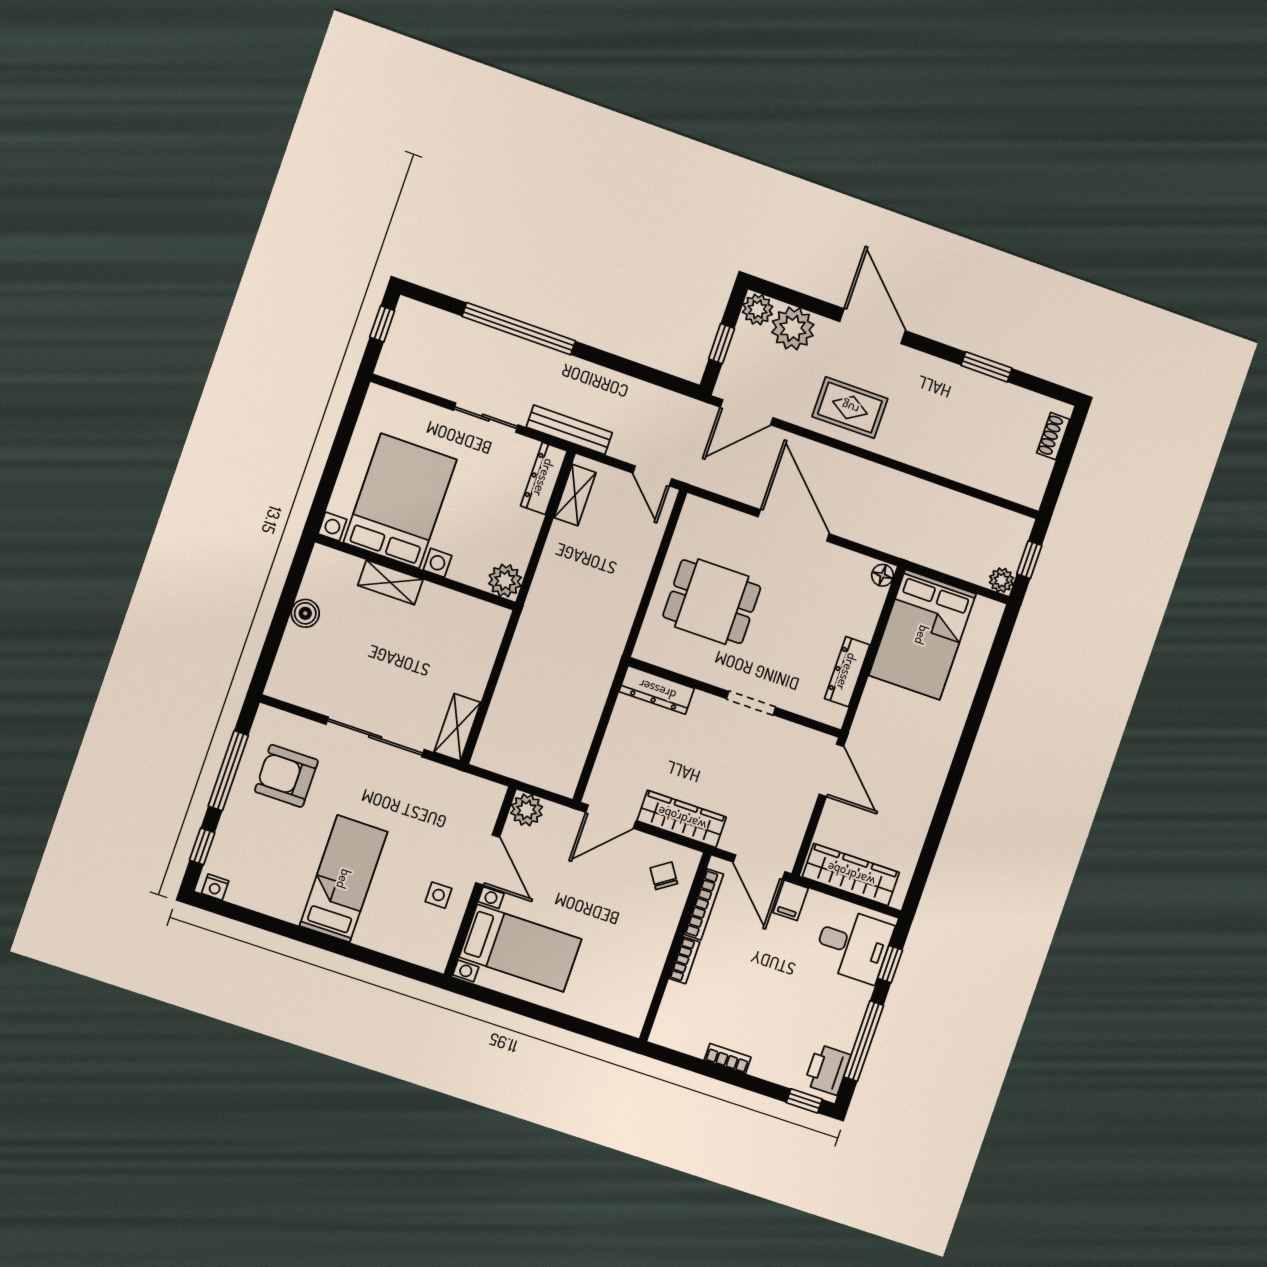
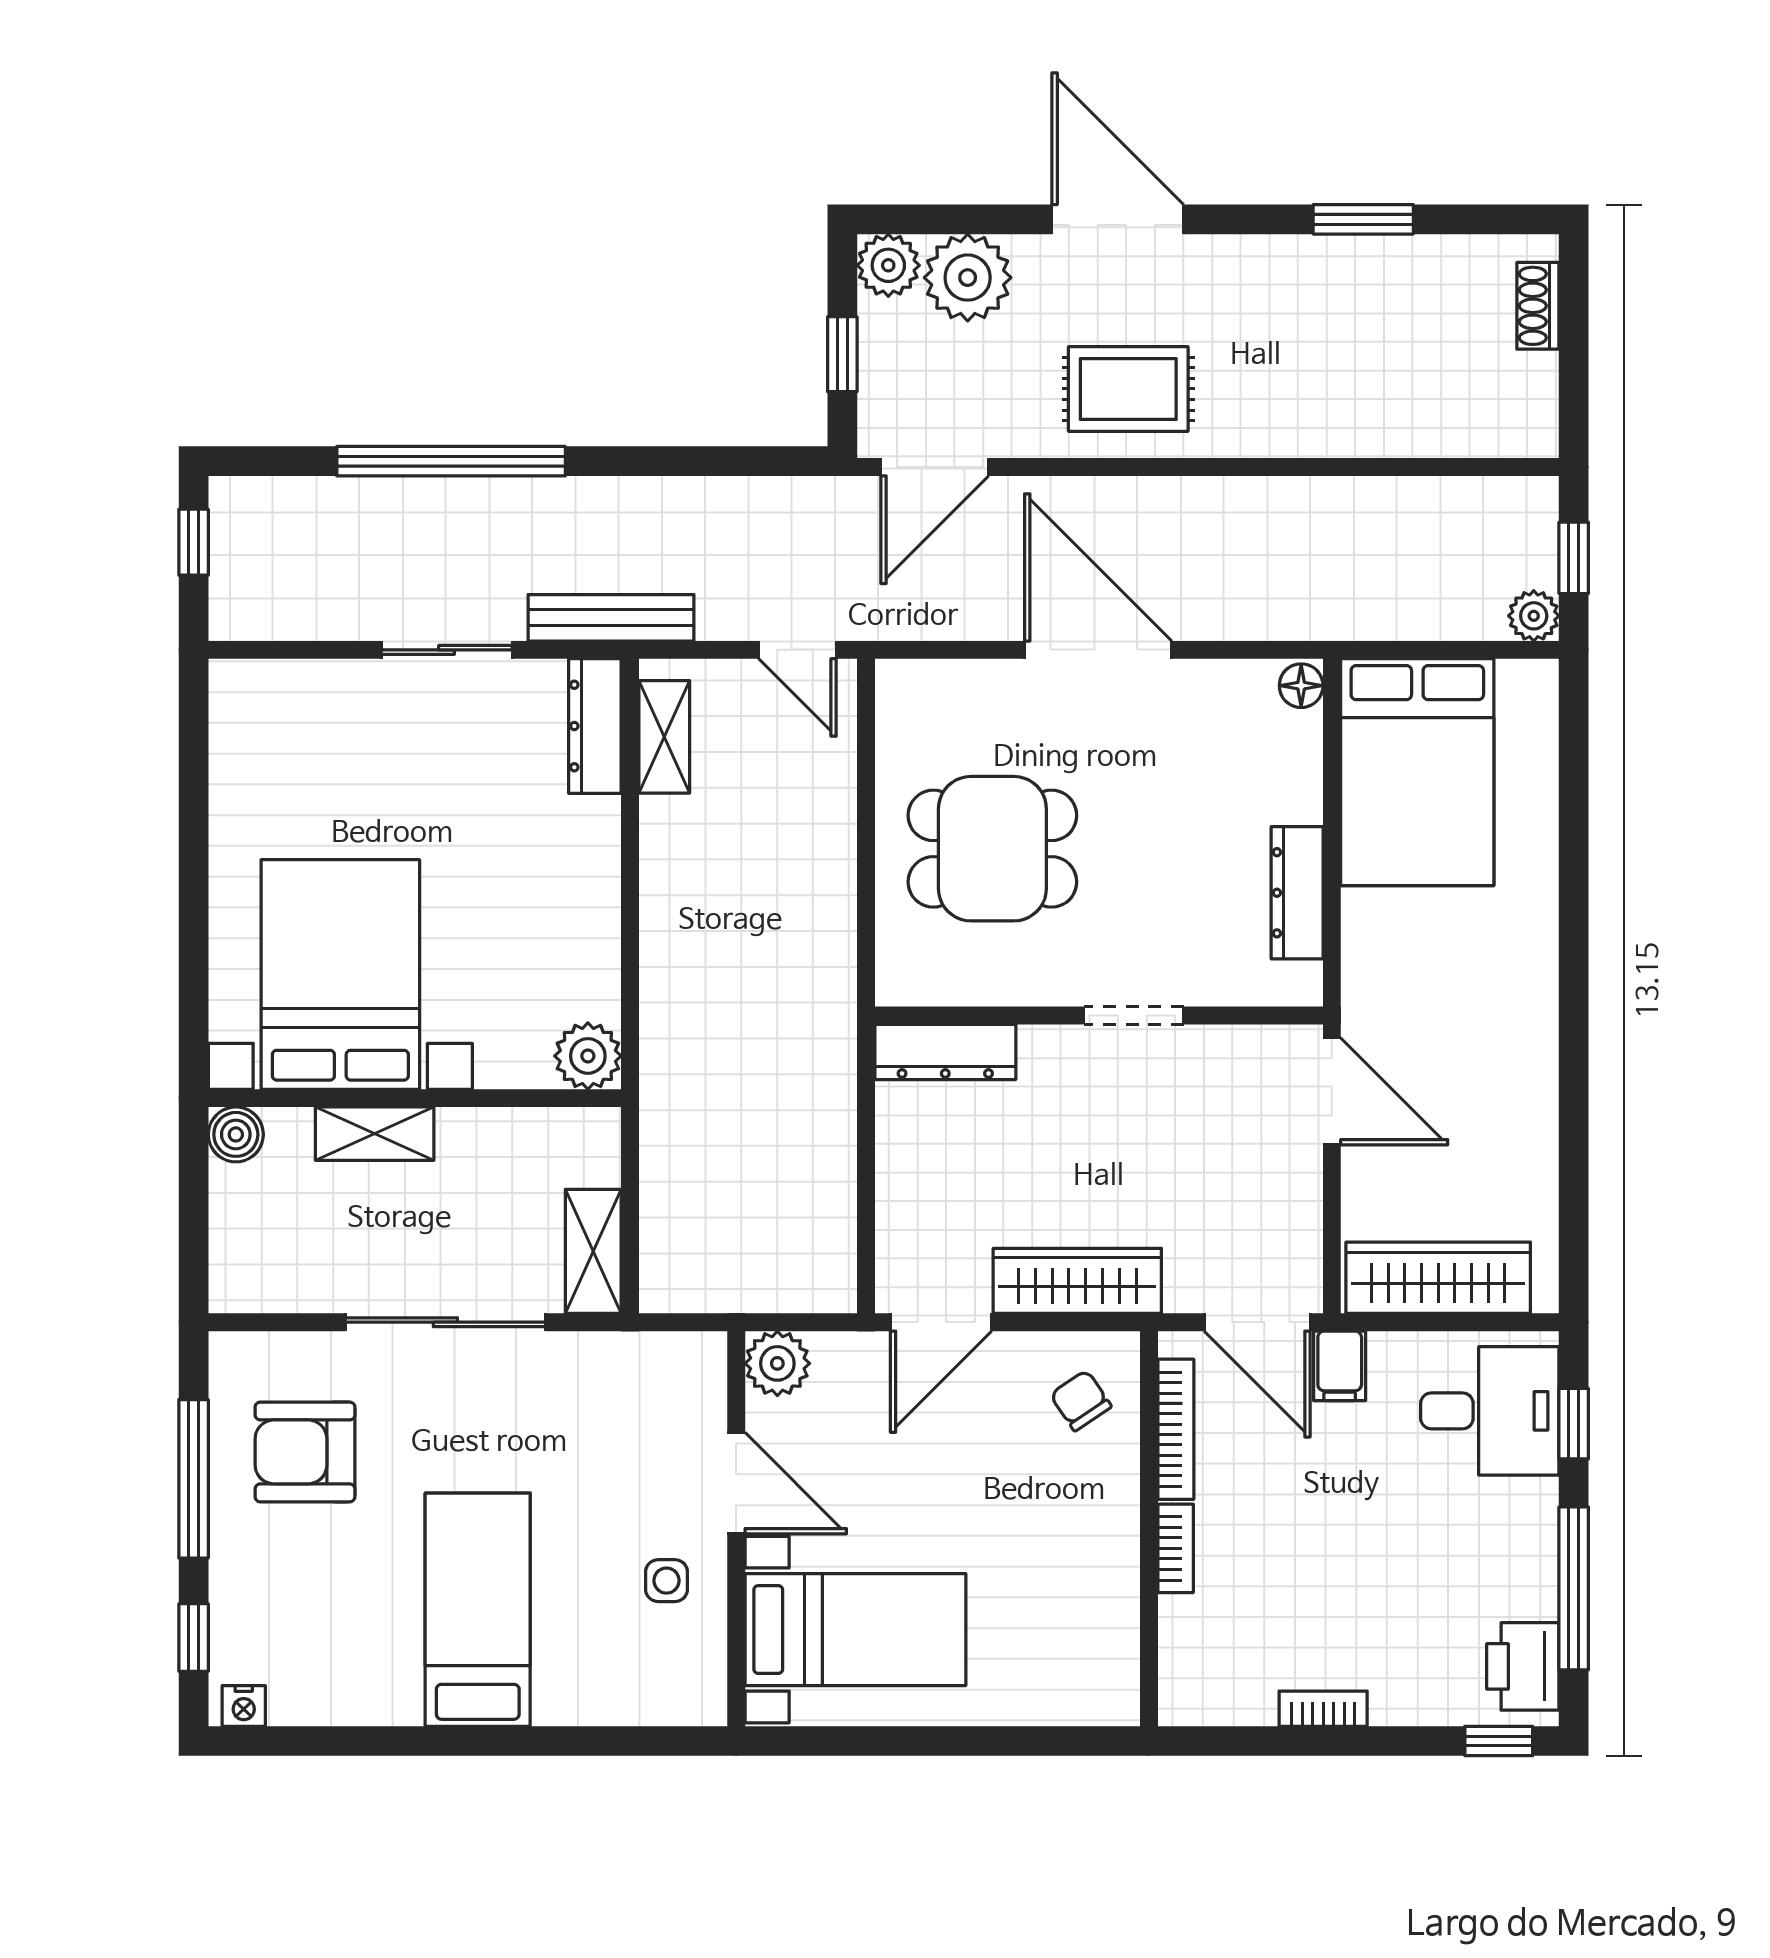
bed with nightstands: (400, 501) -> (340, 975), moved
wall: (415, 572) -> (415, 1098), moved
plant: (505, 581) -> (588, 1056), moved
shelving: (390, 582) -> (375, 1134), moved

